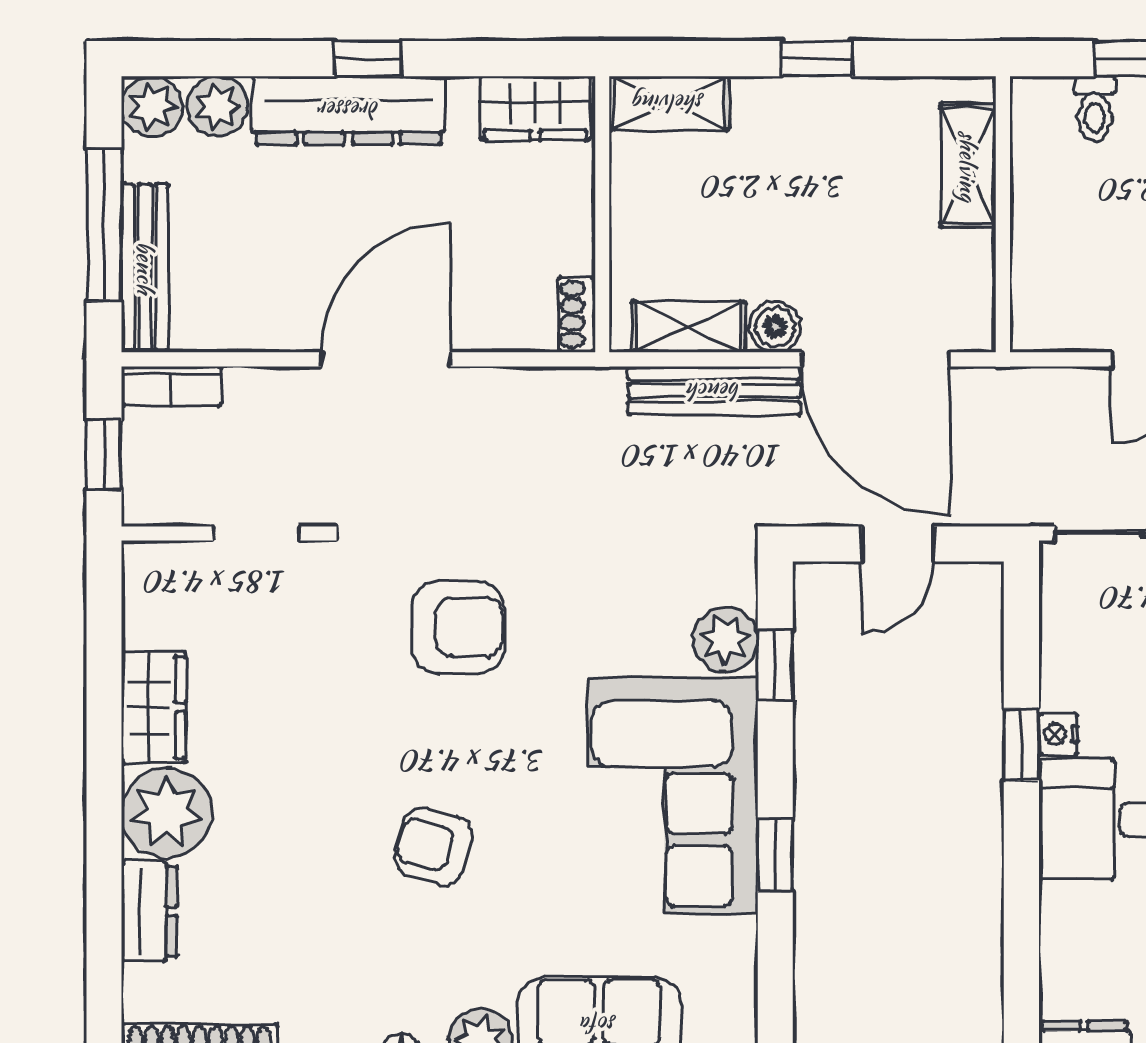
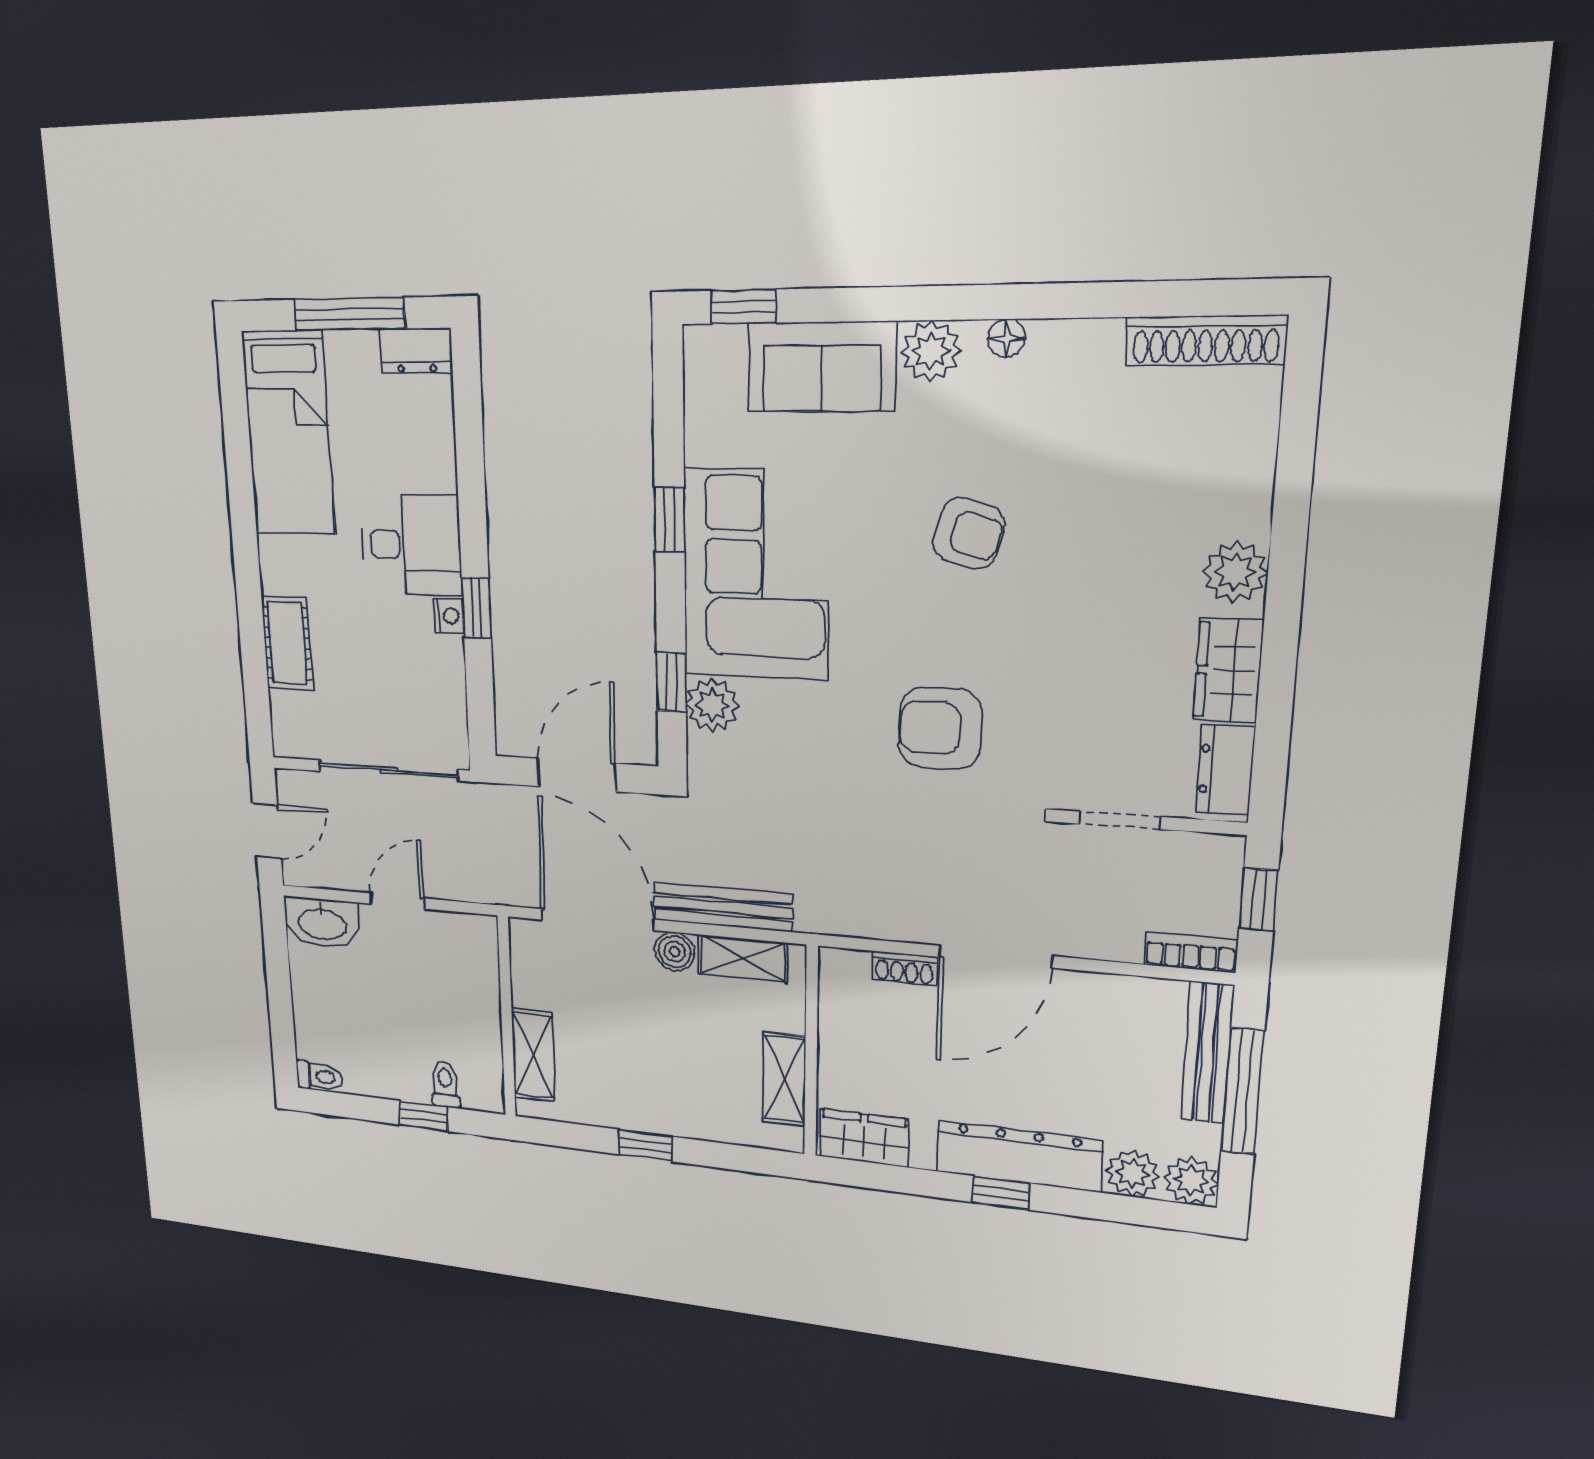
shelving: (669, 103) -> (784, 1079), moved, turned 90
shoe rack: (577, 315) -> (904, 968), moved, turned 90
door: (898, 544) -> (577, 775), width x1.38
plant: (166, 813) -> (1235, 572), width x0.73, depth x0.73
dresser: (149, 911) -> (1225, 770), moved

